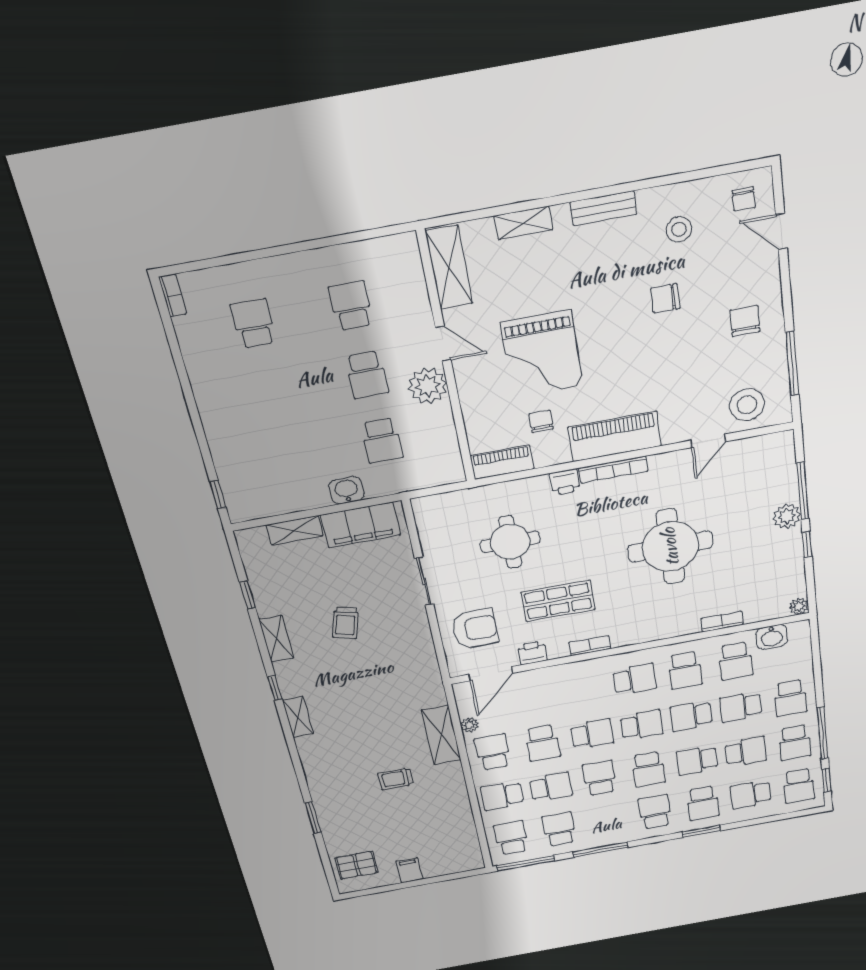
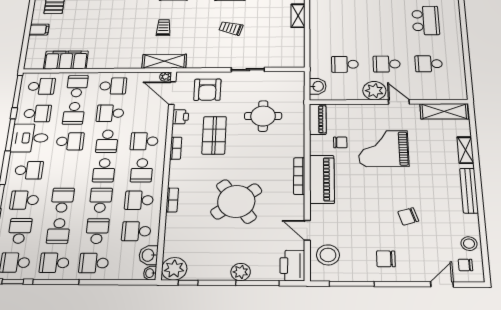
bench: (603, 208) -> (469, 190), width x1.36
stool: (679, 229) -> (469, 244), moved
chair: (665, 298) -> (408, 216), turned -107
school desk: (351, 306) -> (429, 64), turned 180
chair: (745, 321) -> (386, 259), turned 180
school desk: (254, 324) -> (426, 20), width x1.85
door: (443, 344) -> (399, 102), swing flipped
printer: (565, 482) -> (292, 266), moved, width x1.87, depth x1.48
washbasin: (346, 490) -> (318, 86), moved
filing cabinet: (361, 525) -> (66, 60), moved, turned 90
window: (807, 544) -> (188, 283), moved
round table: (670, 547) -> (236, 201), turned -36
plant: (799, 606) -> (174, 269), width x1.88, depth x1.88
bookcase: (722, 622) -> (172, 200), moved
washbasin: (799, 628) -> (150, 273), added
plant: (470, 725) -> (165, 77), moved
shelving: (441, 735) -> (164, 61), moved
school desk: (648, 769) -> (144, 141), moved
trolley: (396, 779) -> (163, 28), moved
desk: (602, 826) -> (30, 138), added

